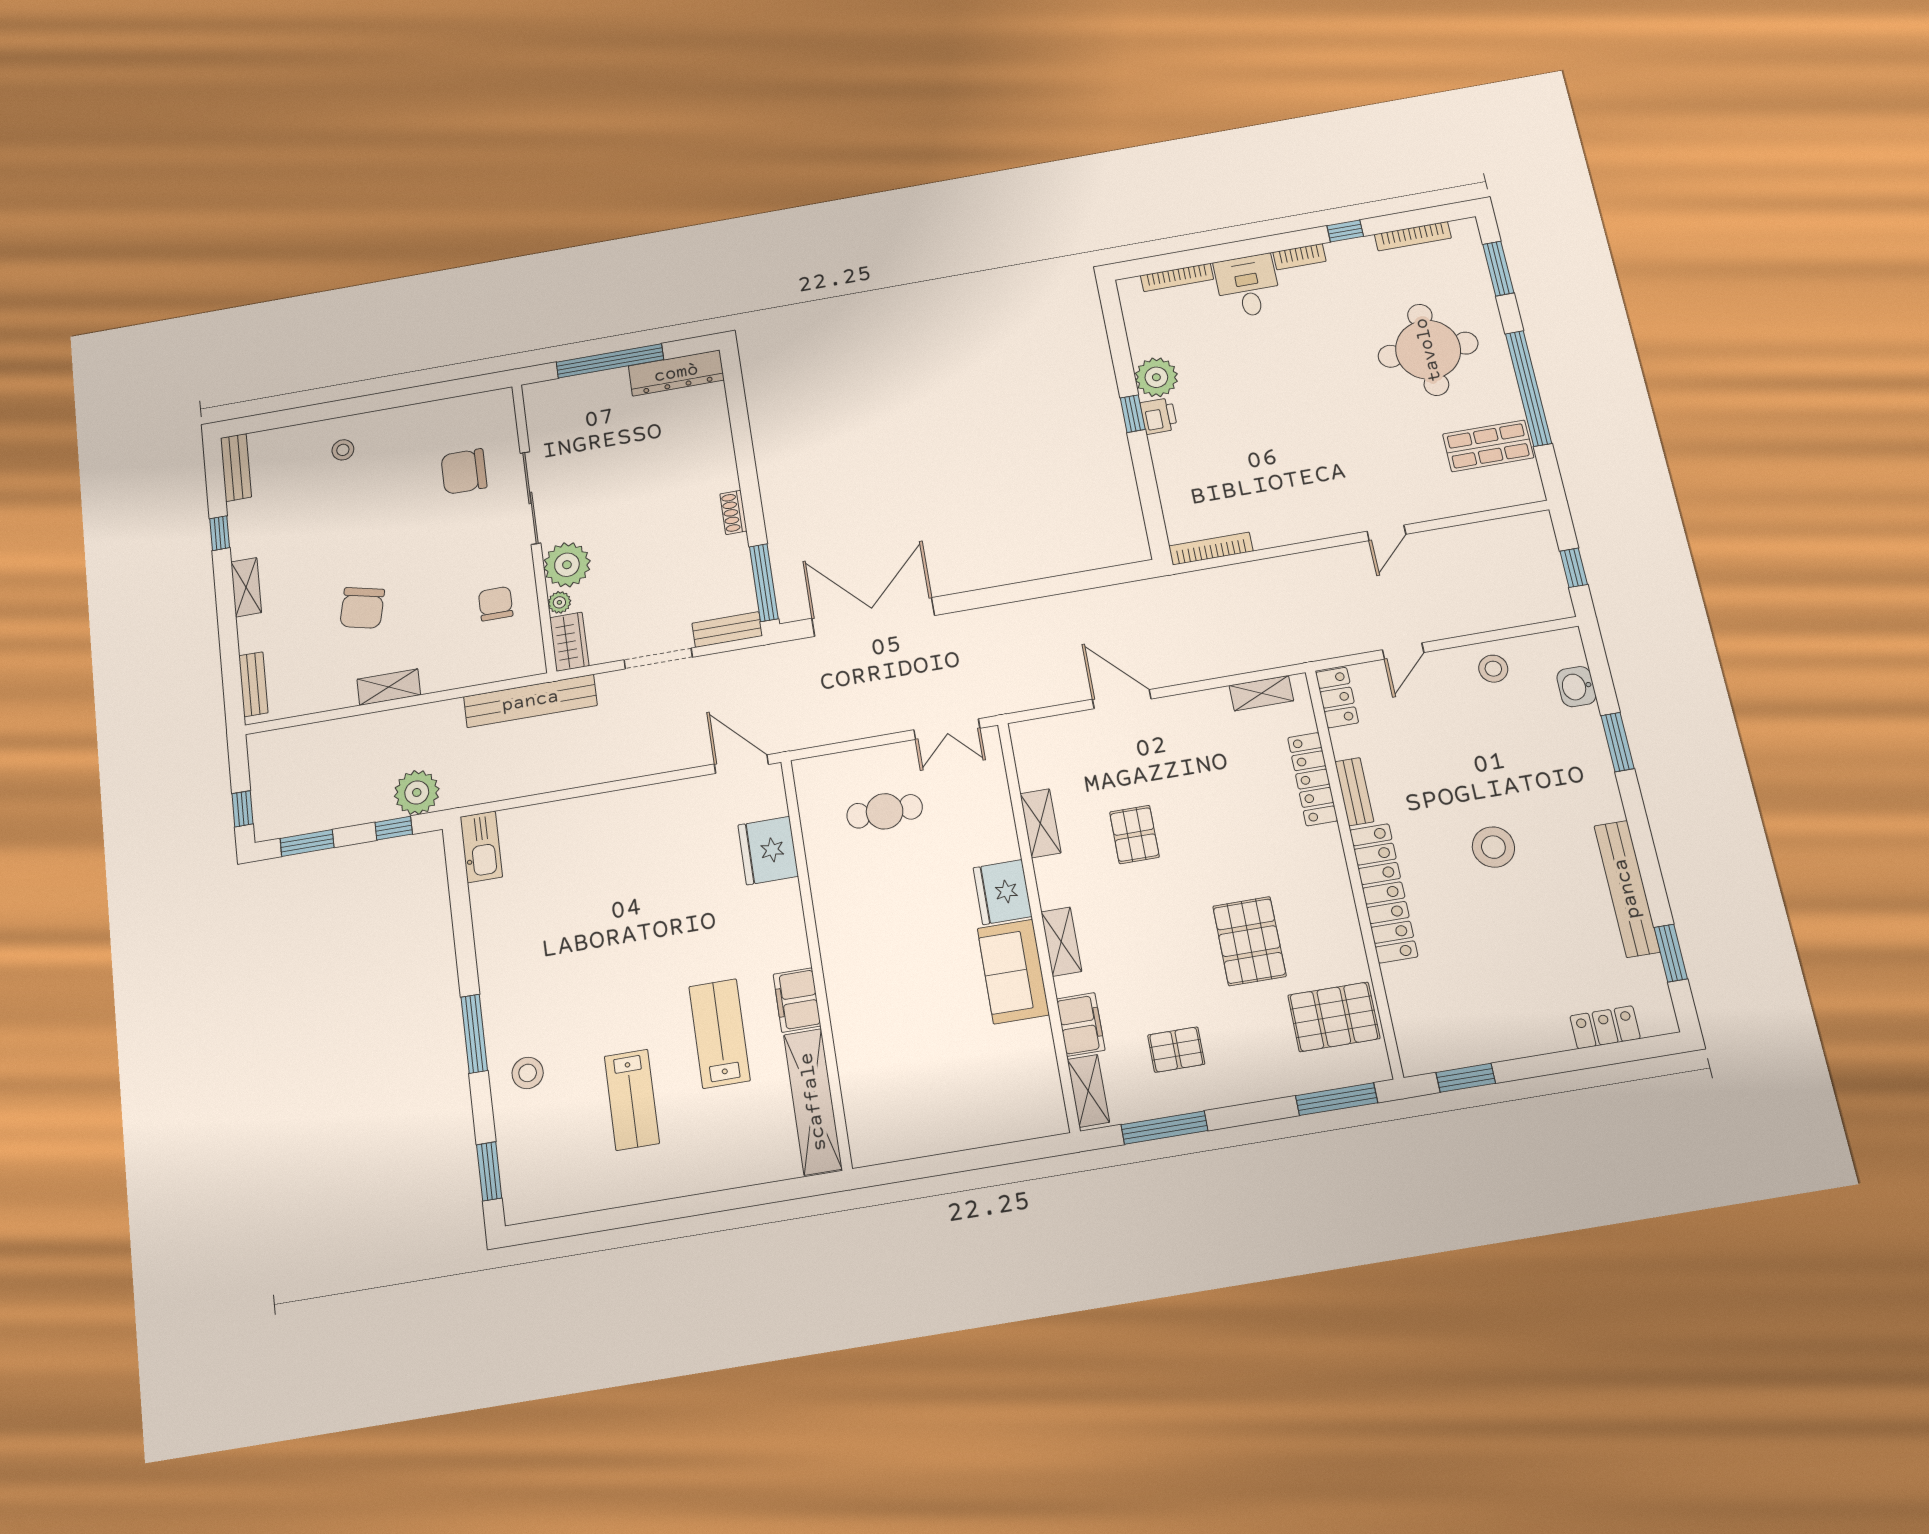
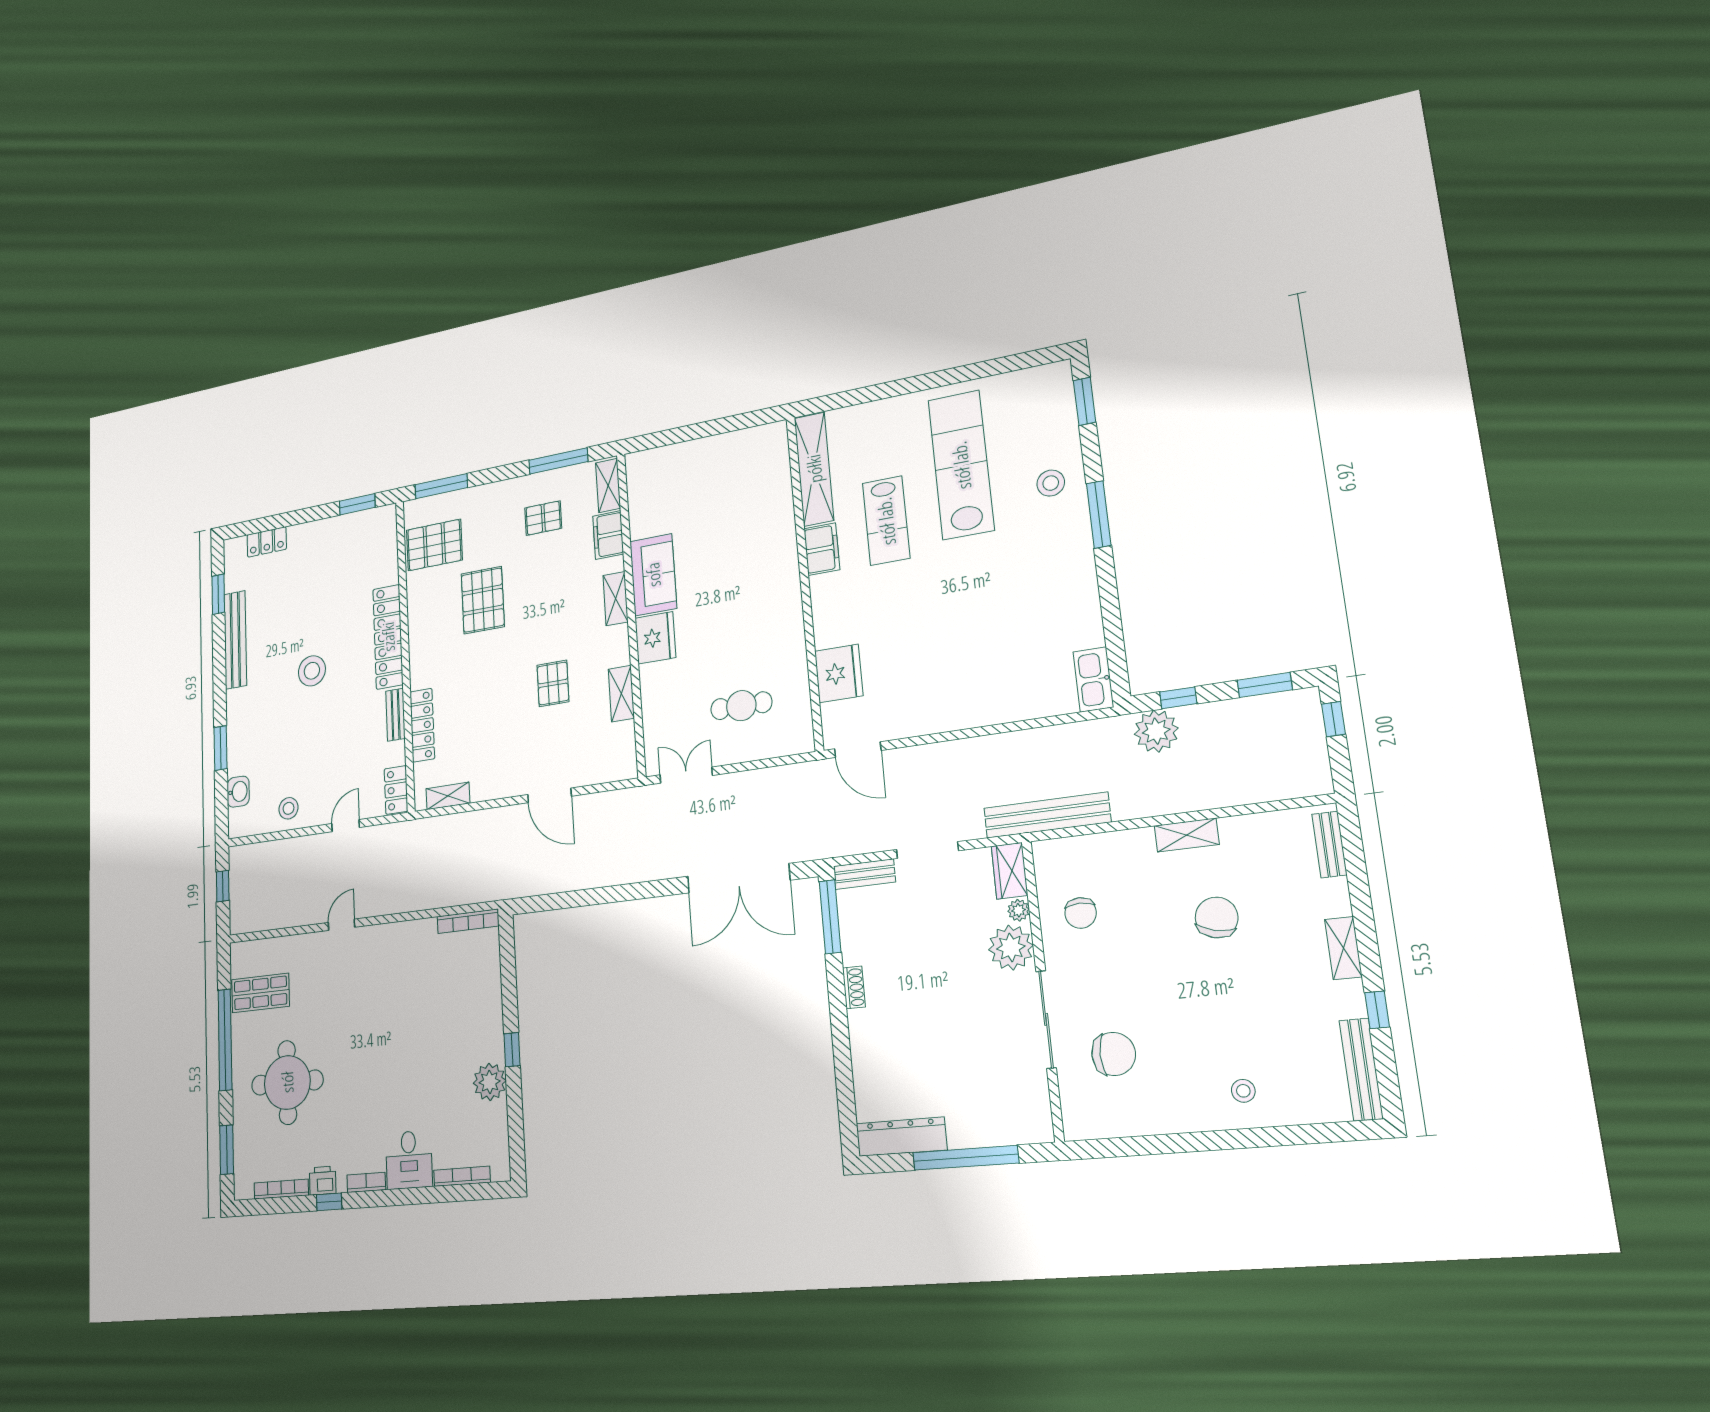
printer: (1159, 416) -> (323, 1181), moved, turned 90
bench: (236, 467) -> (1361, 1069), width x1.36
lab bench: (632, 1100) -> (961, 465), width x1.86, depth x1.39

